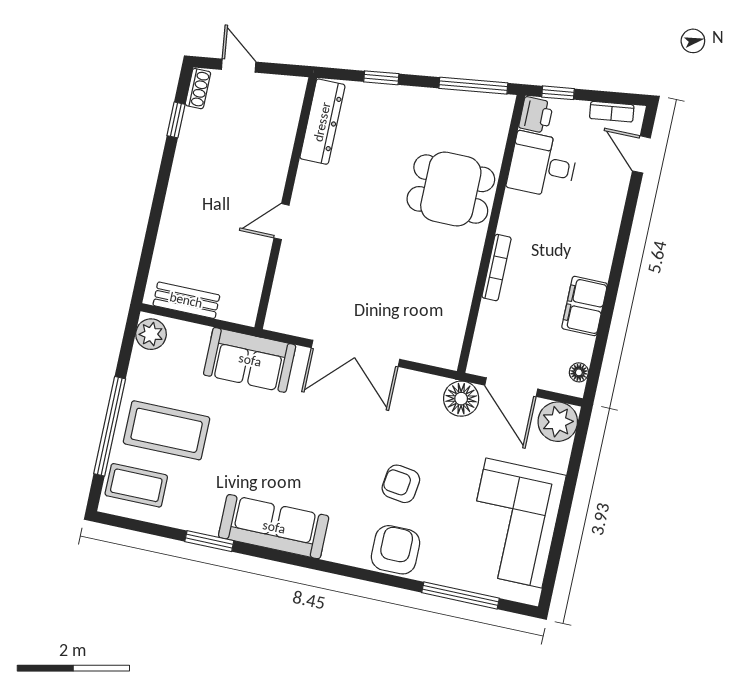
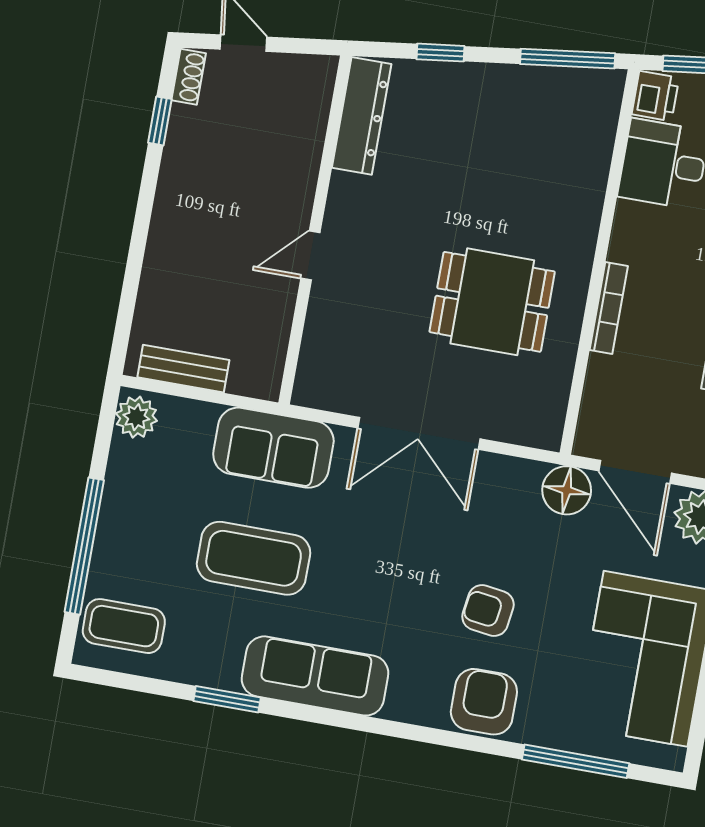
dining table: (451, 189) -> (492, 302), moved
coffee table: (167, 430) -> (254, 558), moved

